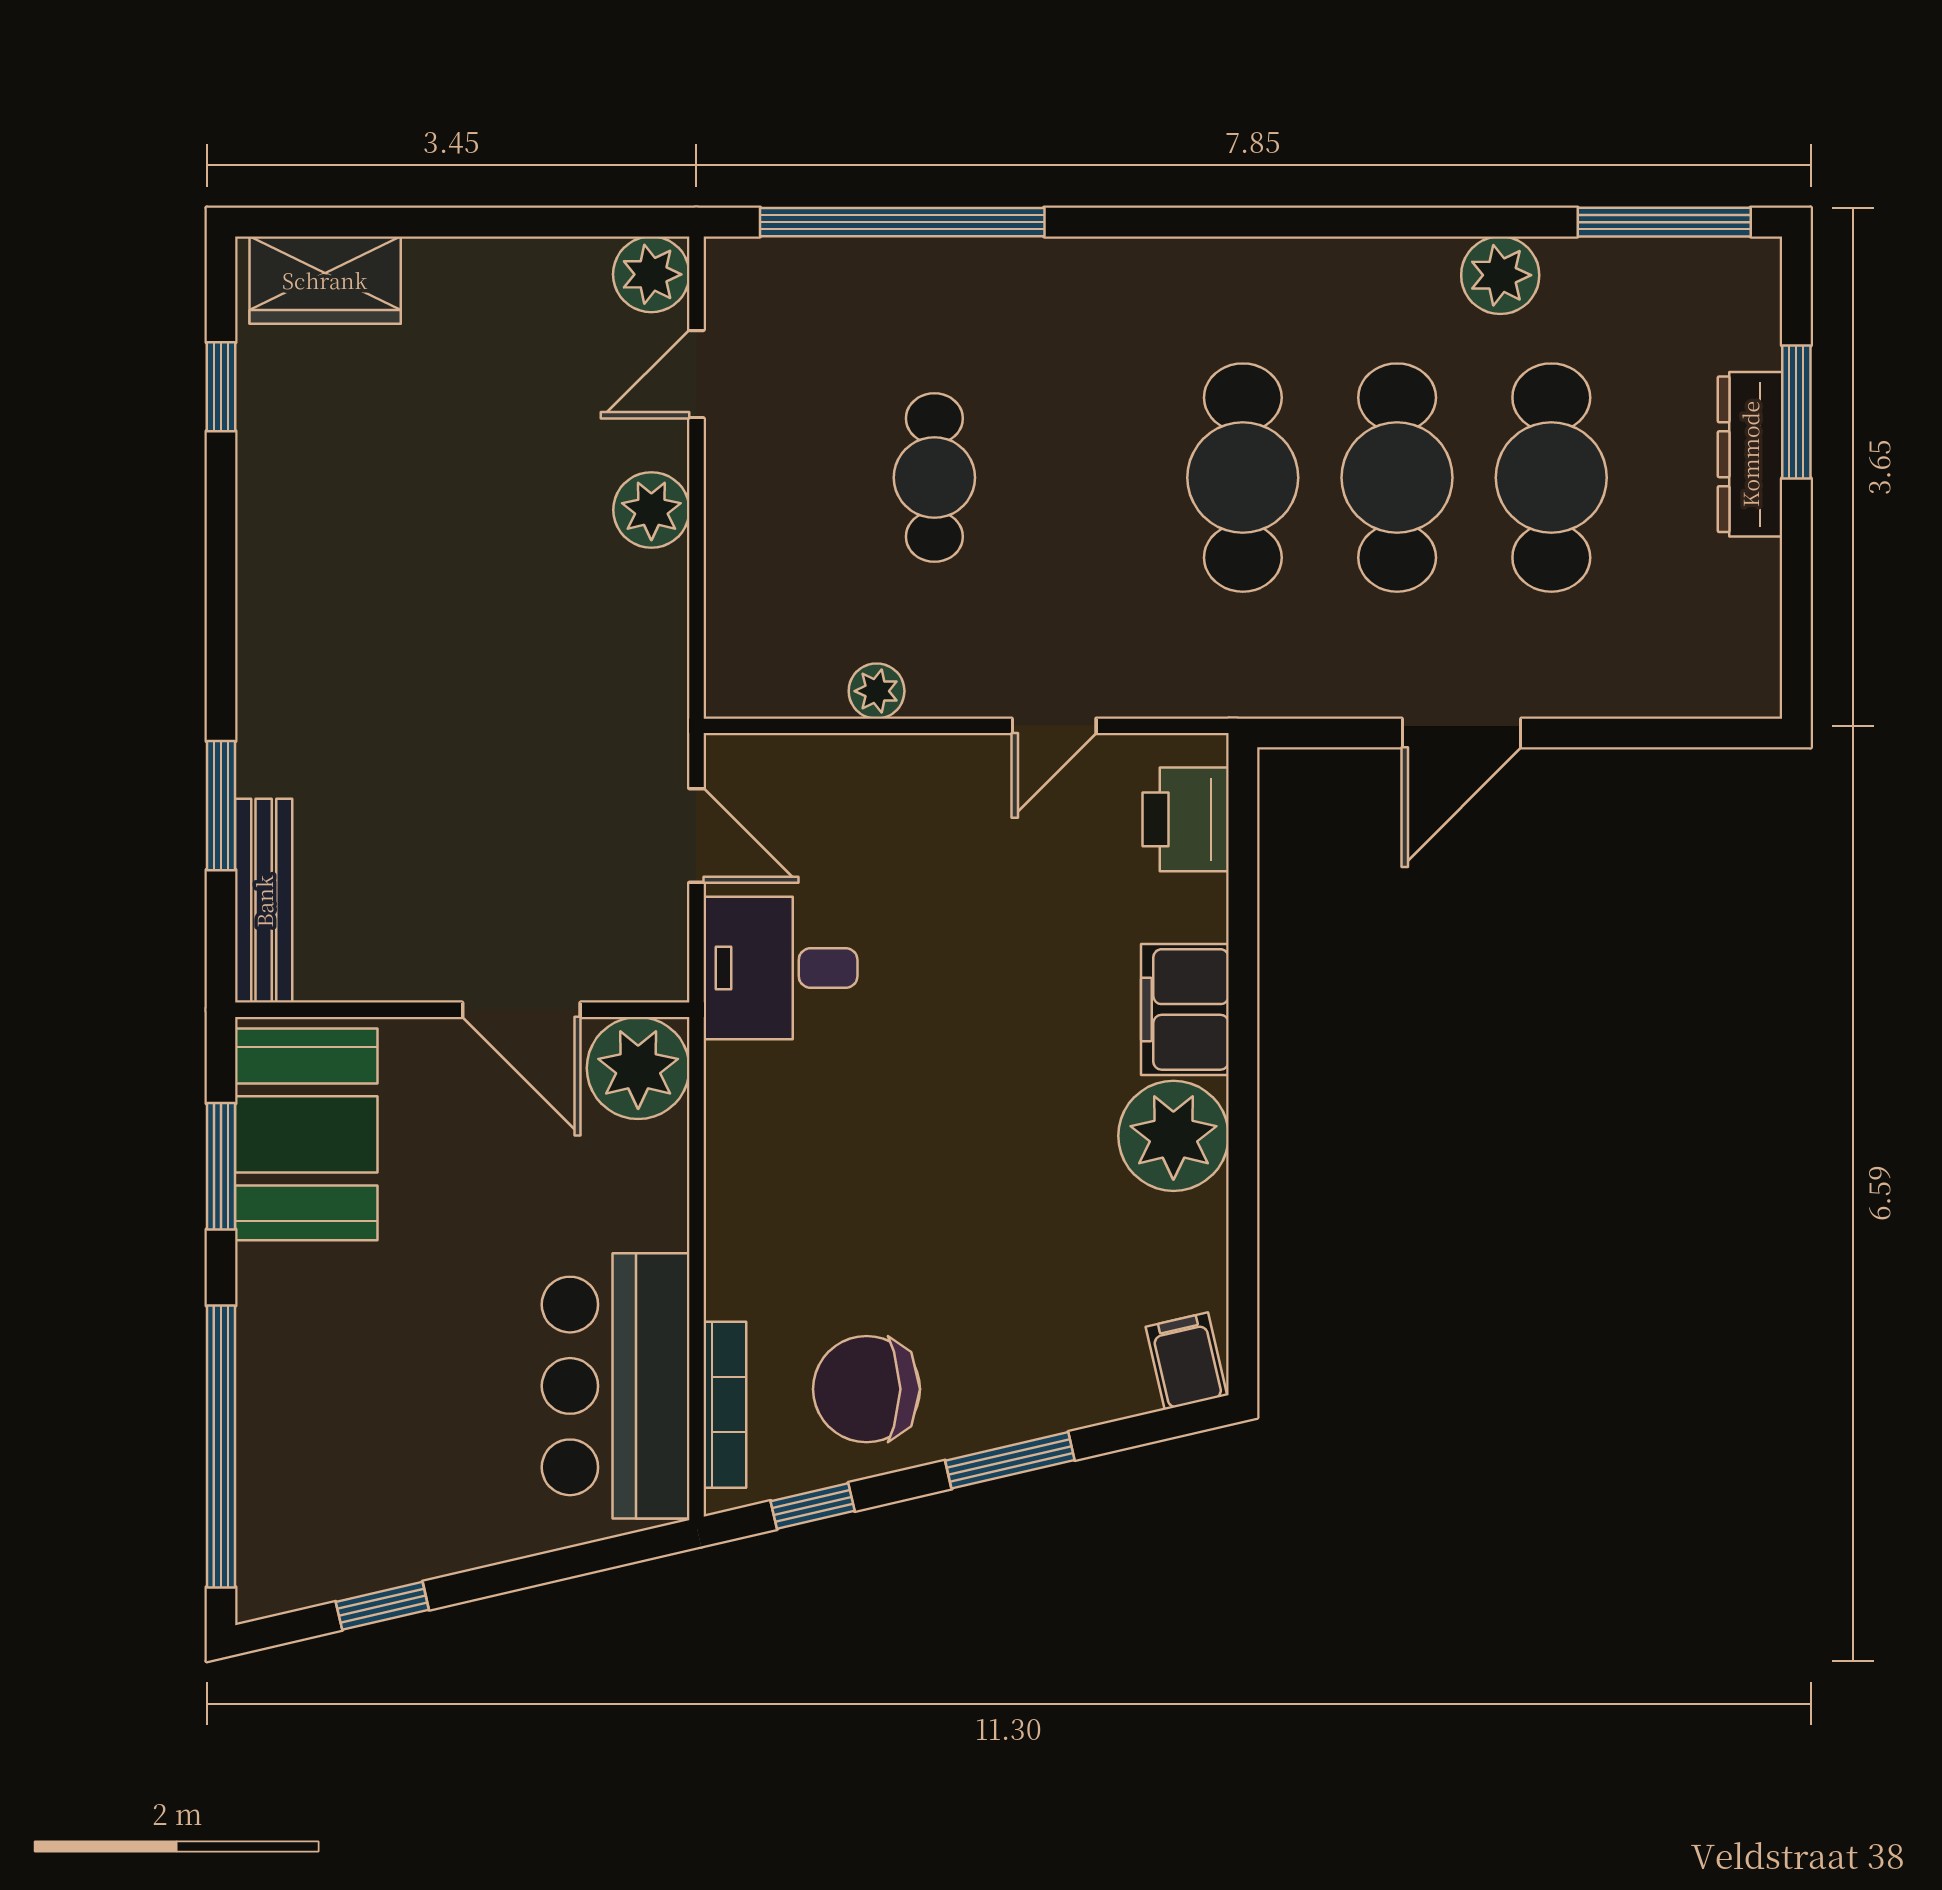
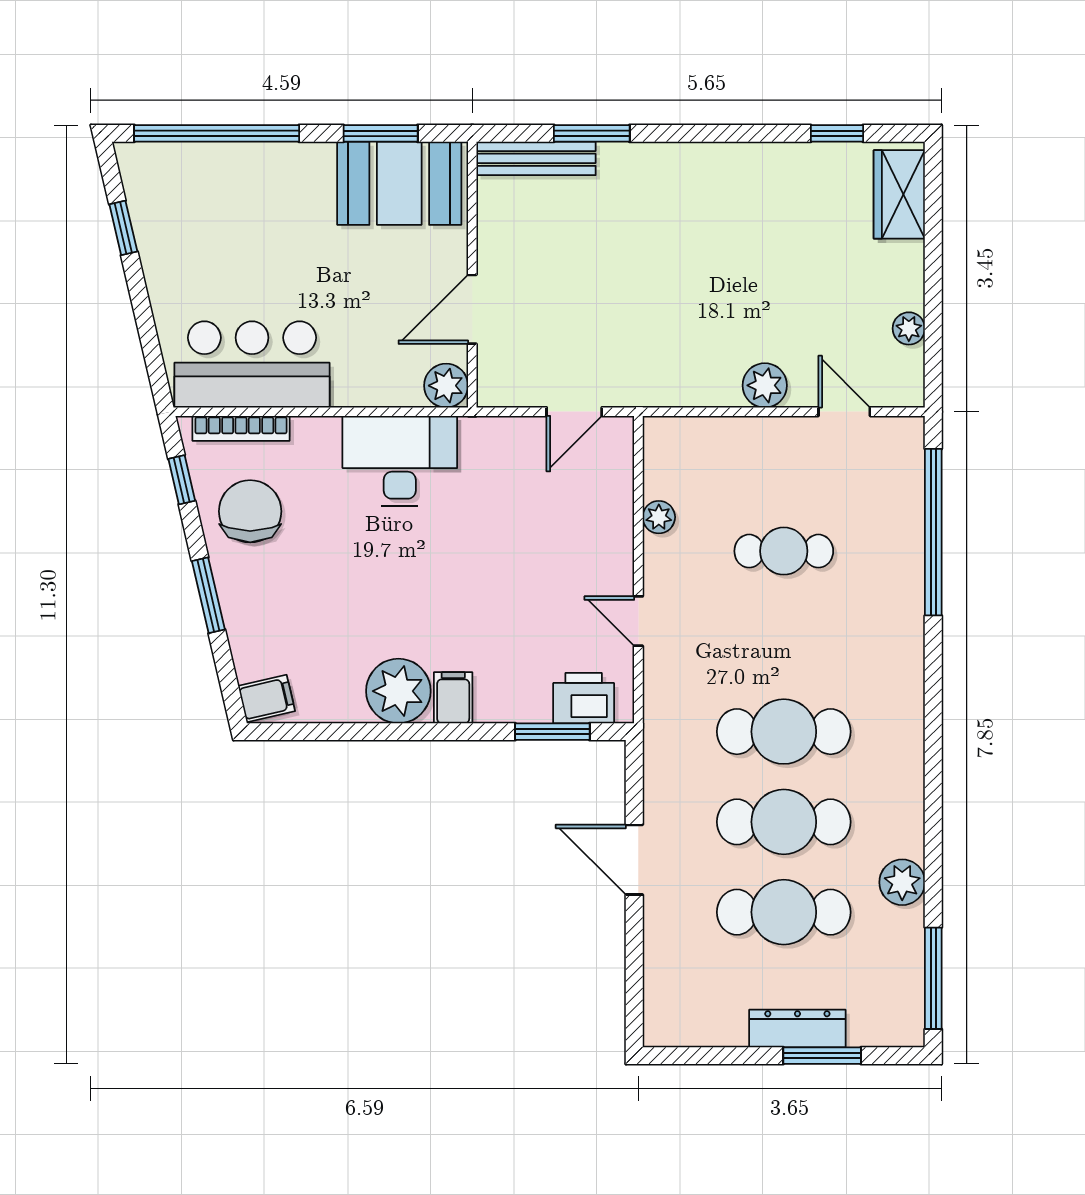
plant: (651, 274) -> (909, 328), moved, width x0.73, depth x0.73
window: (1243, 873) -> (552, 732), added
desk: (780, 968) -> (400, 461), moved, width x1.37
filing cabinet: (1185, 1009) -> (453, 698), width x0.50
plant: (638, 1068) -> (446, 386), width x0.73, depth x0.73

